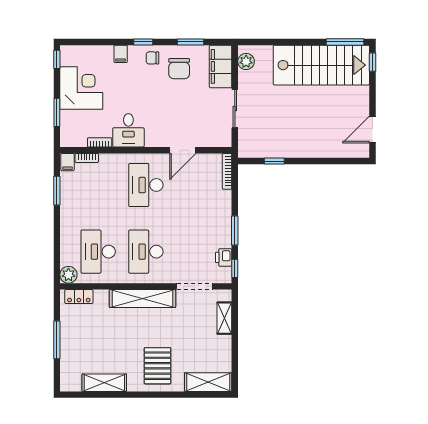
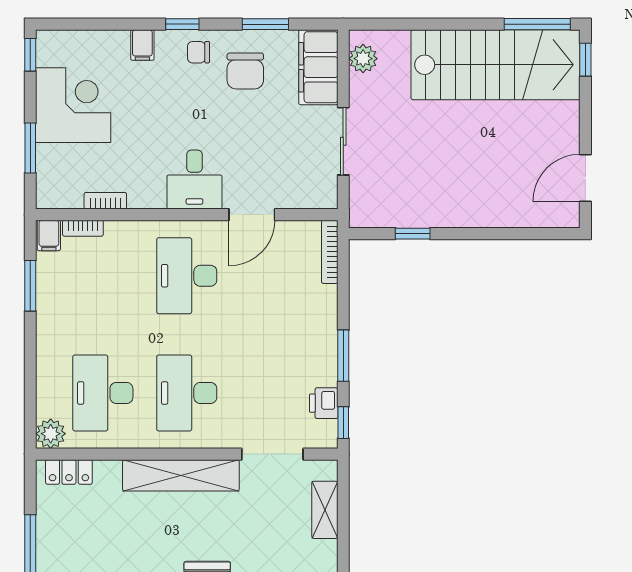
desk: (128, 130) -> (194, 180), moved

